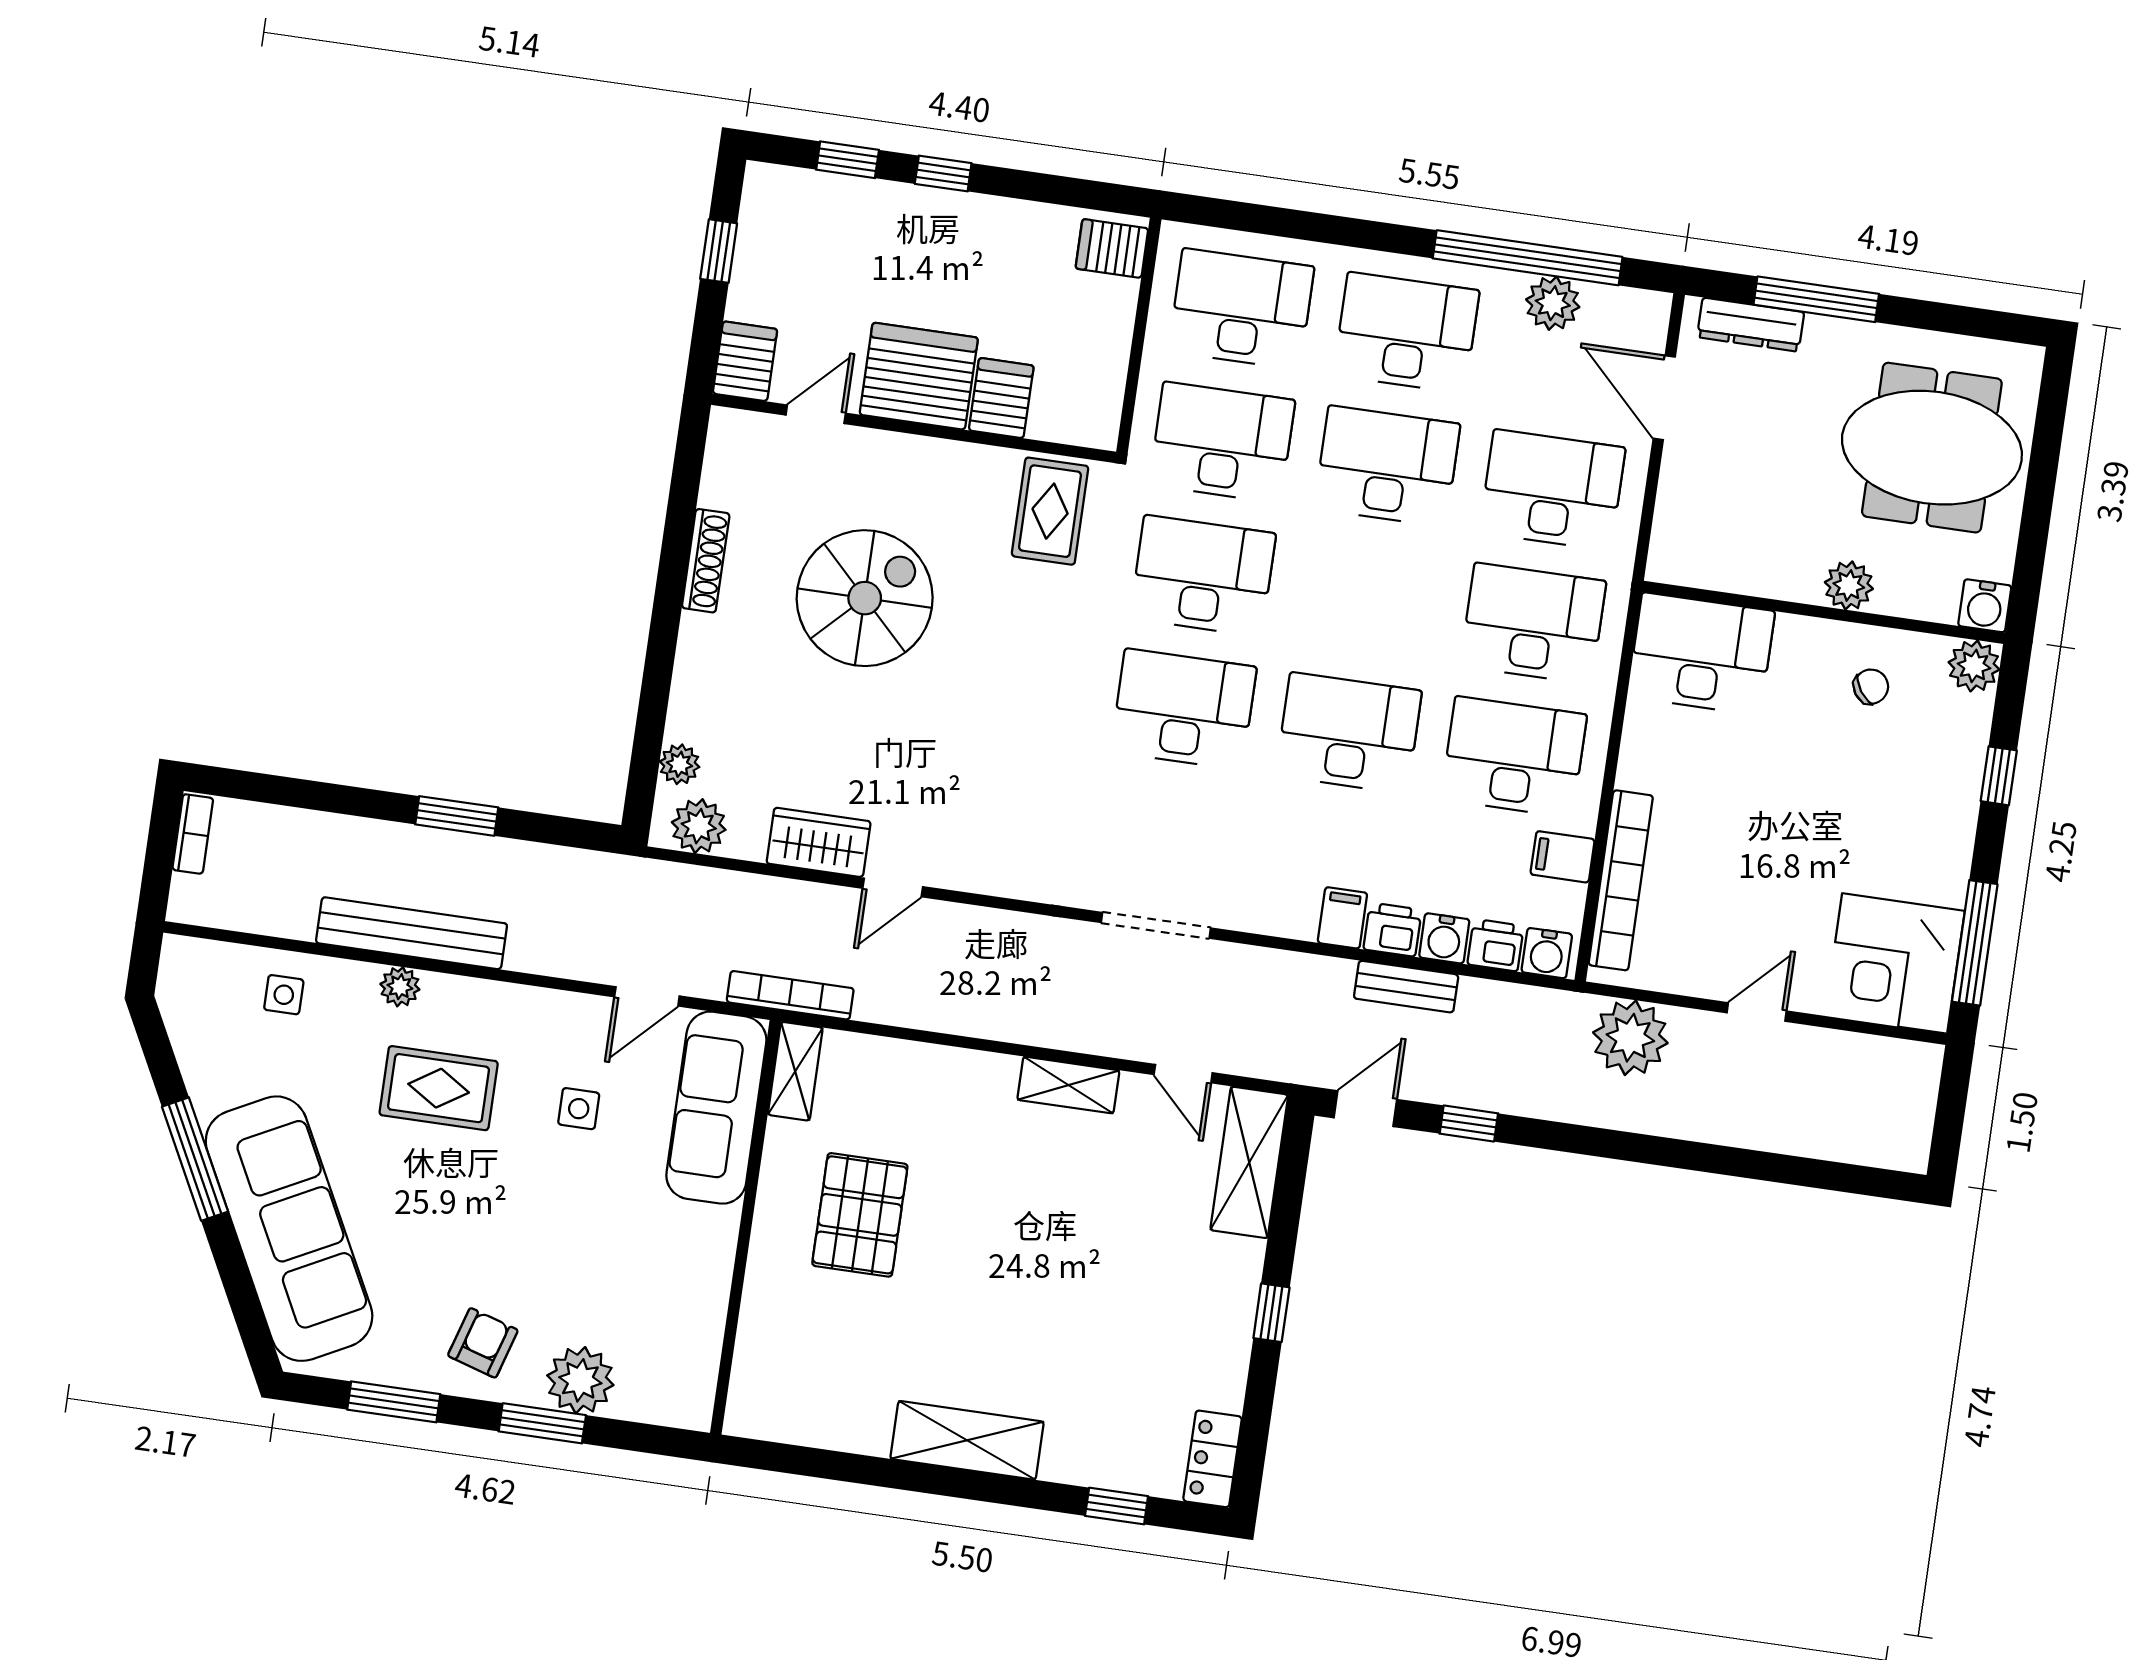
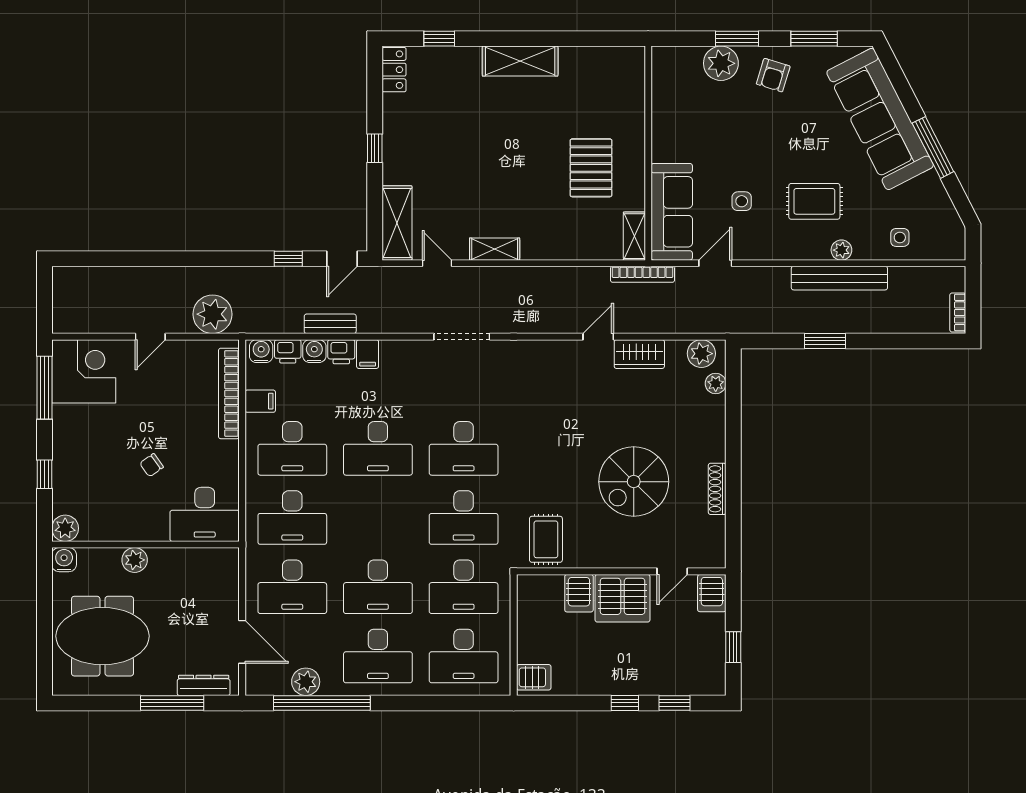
chair: (1871, 687) -> (152, 465), moved

